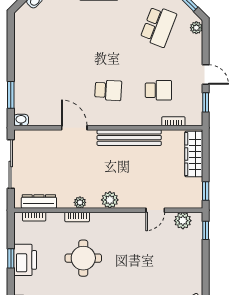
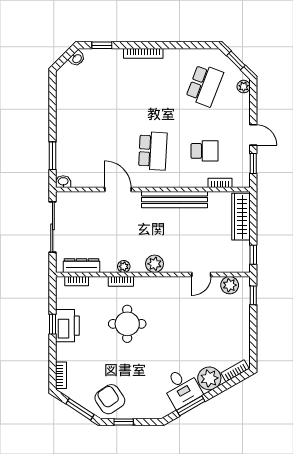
school desk: (108, 90) -> (153, 151), width x1.85

